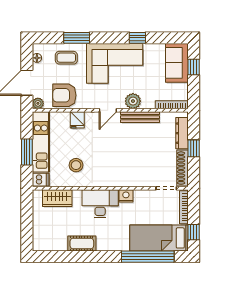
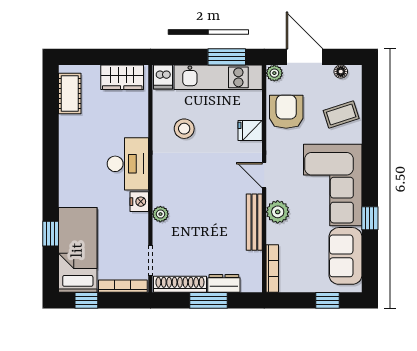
window: (77, 38) -> (370, 130), removed
coffee table: (66, 58) -> (341, 115), turned 72
sofa: (177, 63) -> (346, 256), moved, turned -90
dresser: (182, 133) -> (224, 283), width x0.70
window: (194, 148) -> (209, 300), width x1.50
window: (27, 152) -> (227, 57), moved
plant: (134, 181) -> (160, 214), added
wardrobe: (57, 198) -> (122, 77), moved, turned -90
cot: (82, 244) -> (70, 94), moved
window: (148, 257) -> (51, 234), width x0.32

